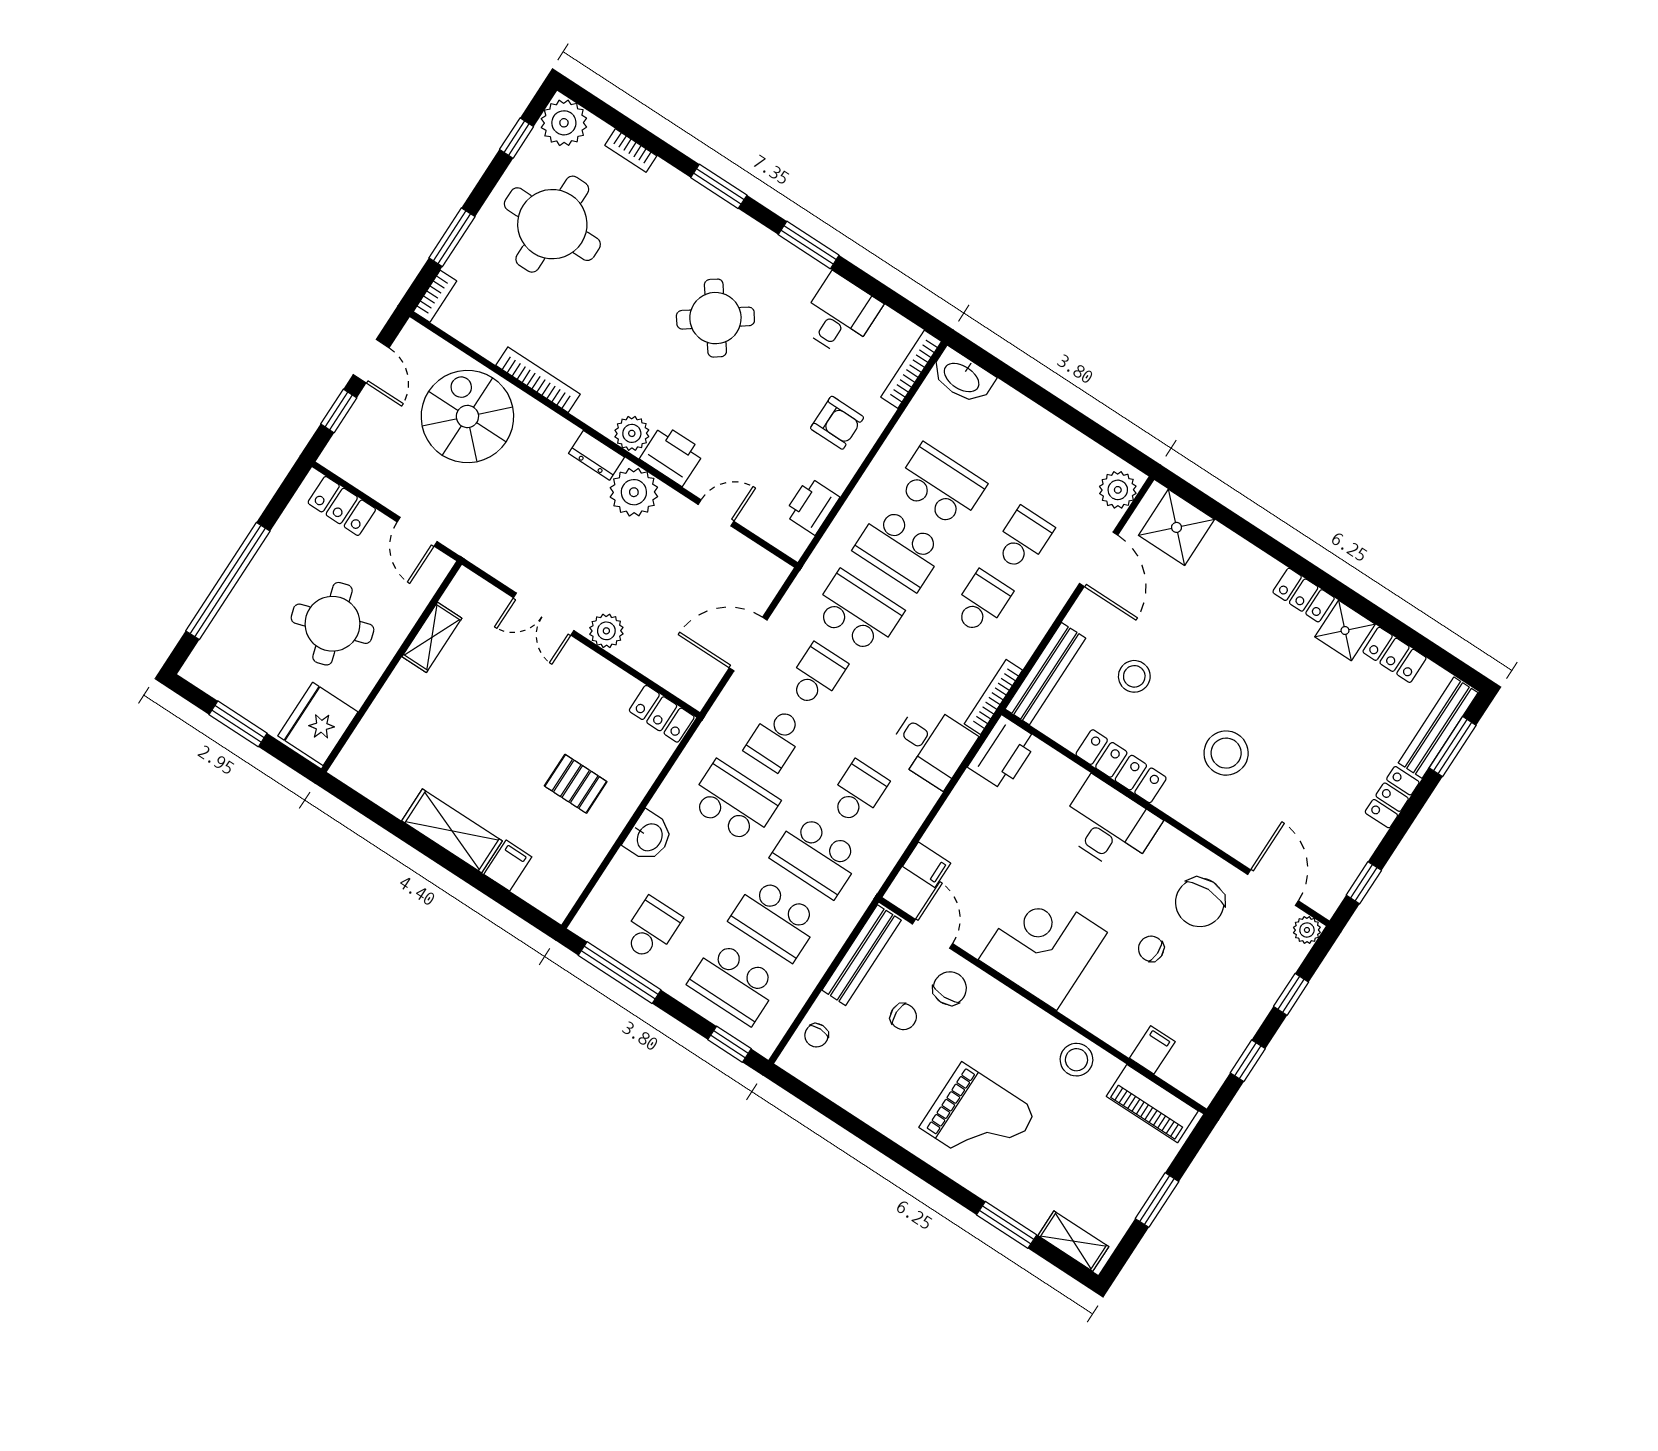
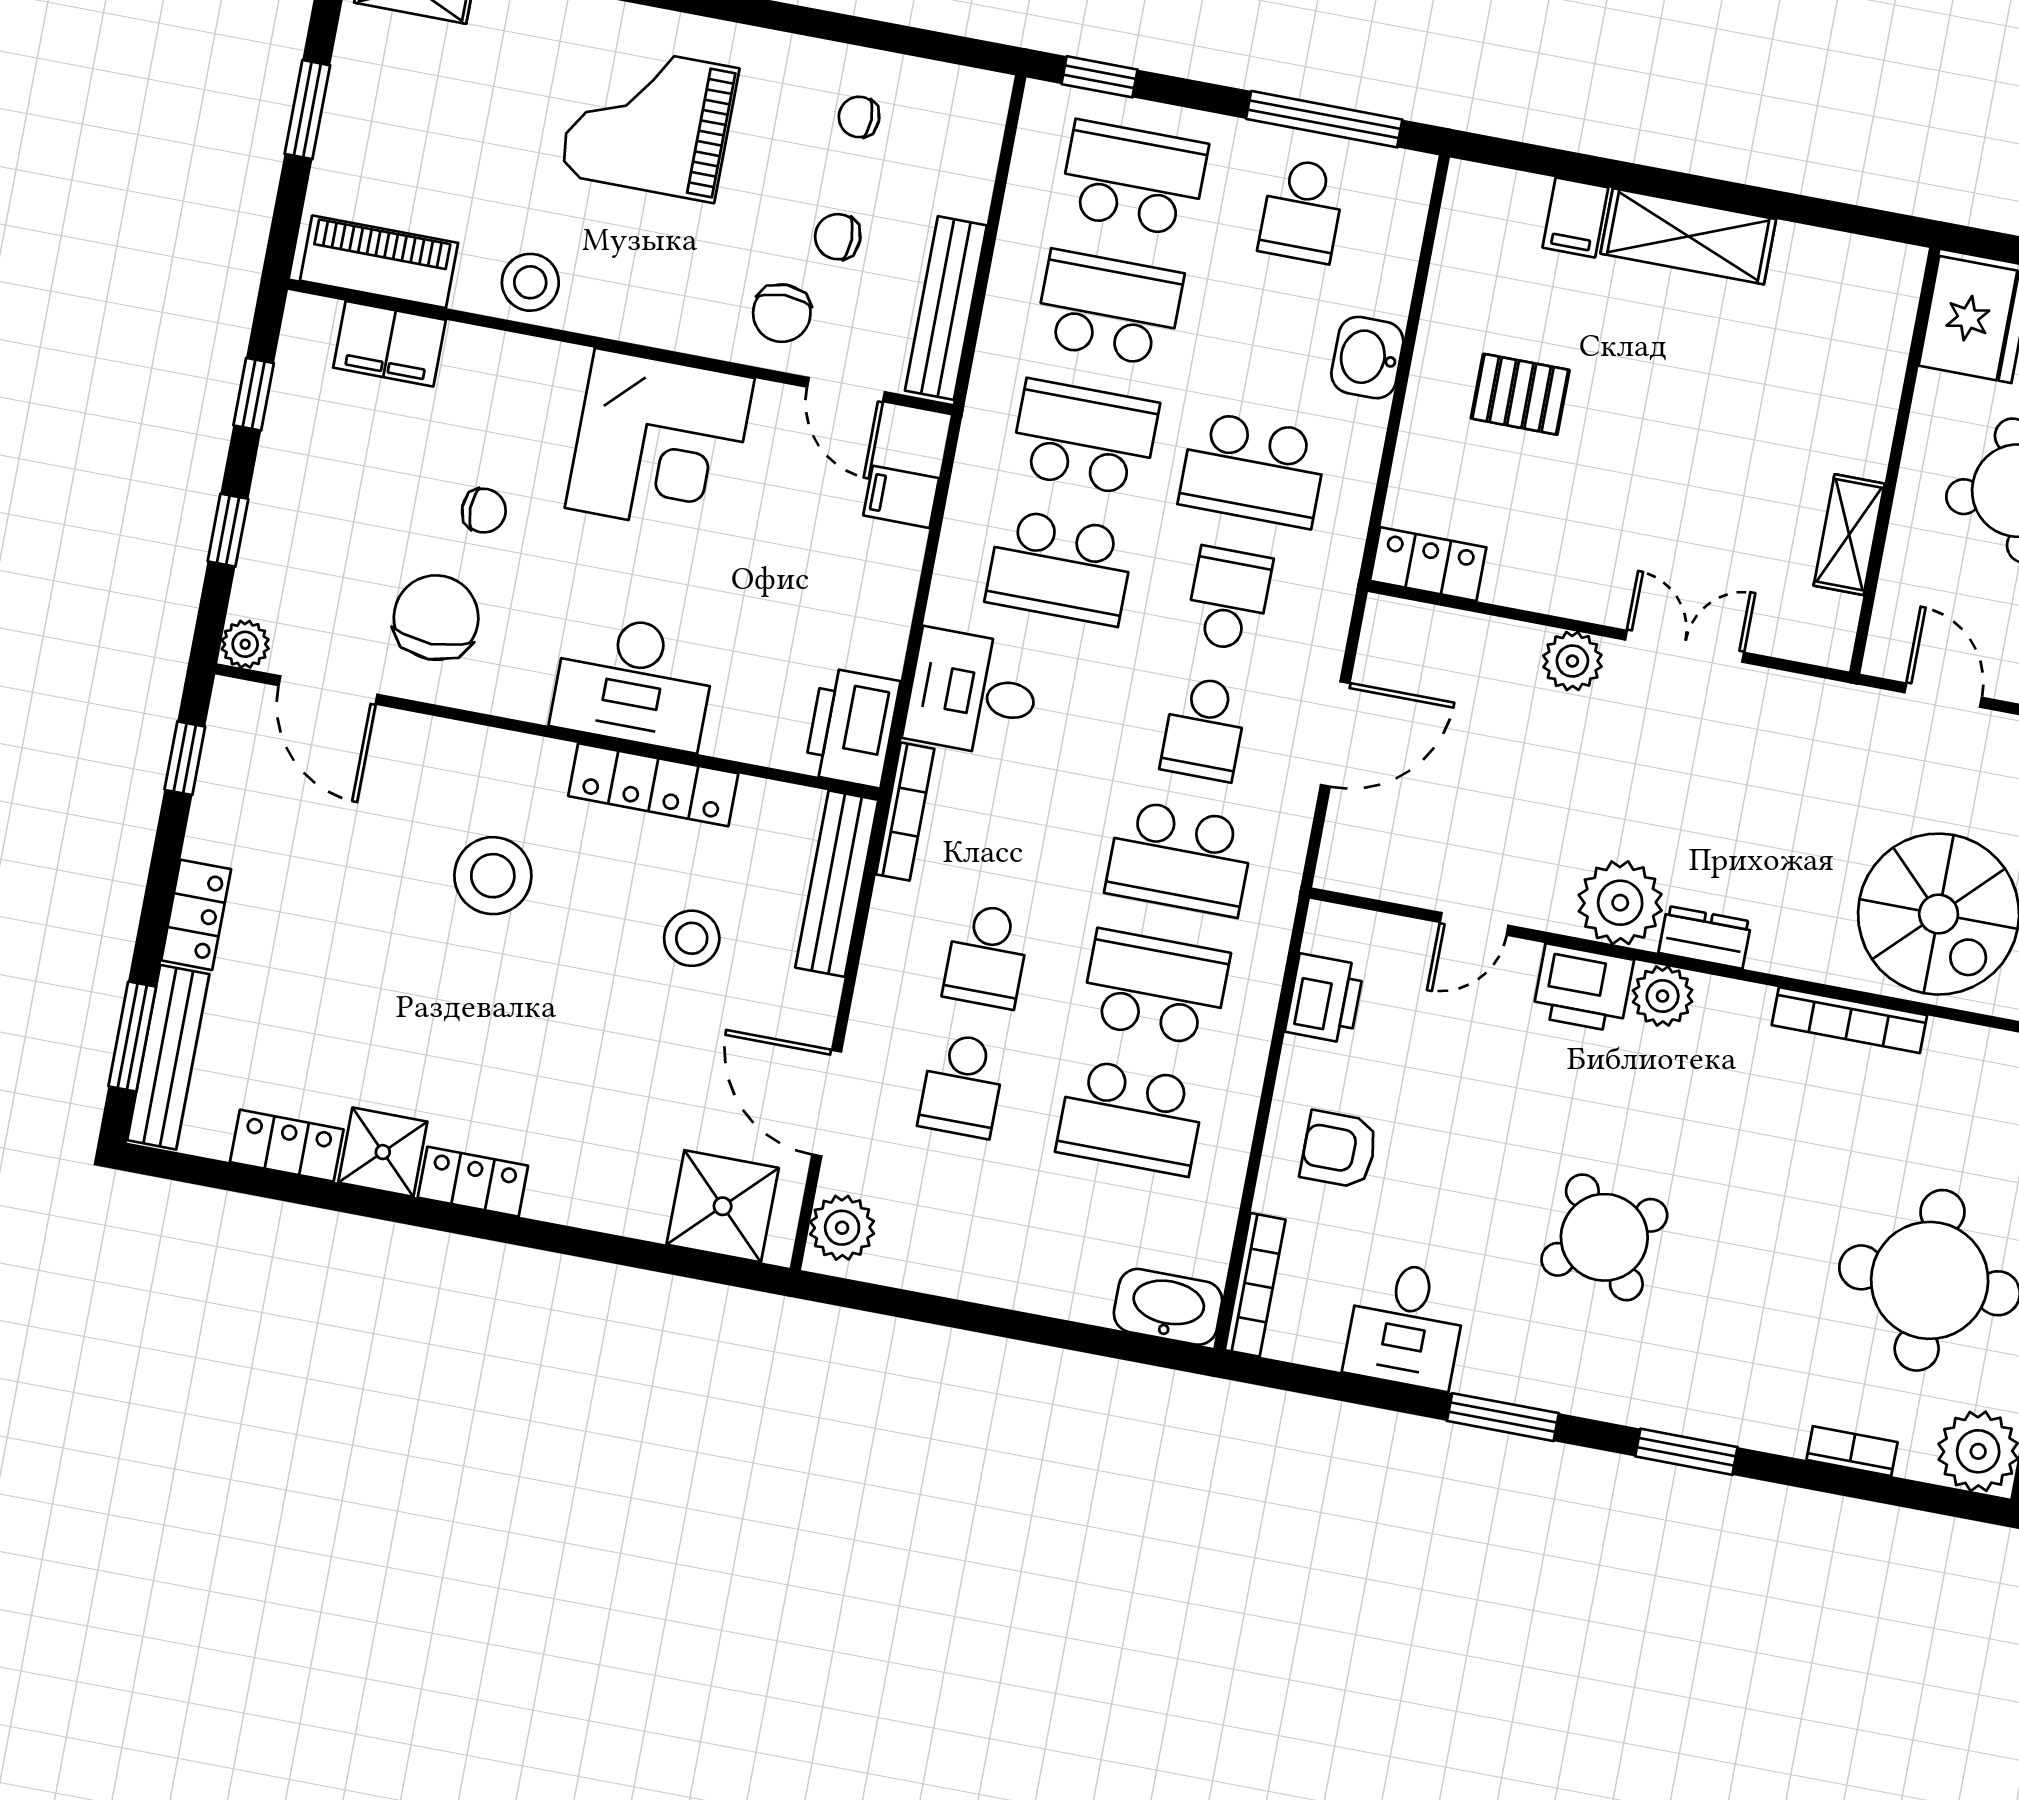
school desk: (858, 793) -> (1060, 567), width x1.85
chair: (816, 1035) -> (859, 117), moved, turned -90
filing cabinet: (1152, 1050) -> (390, 344), width x2.00

